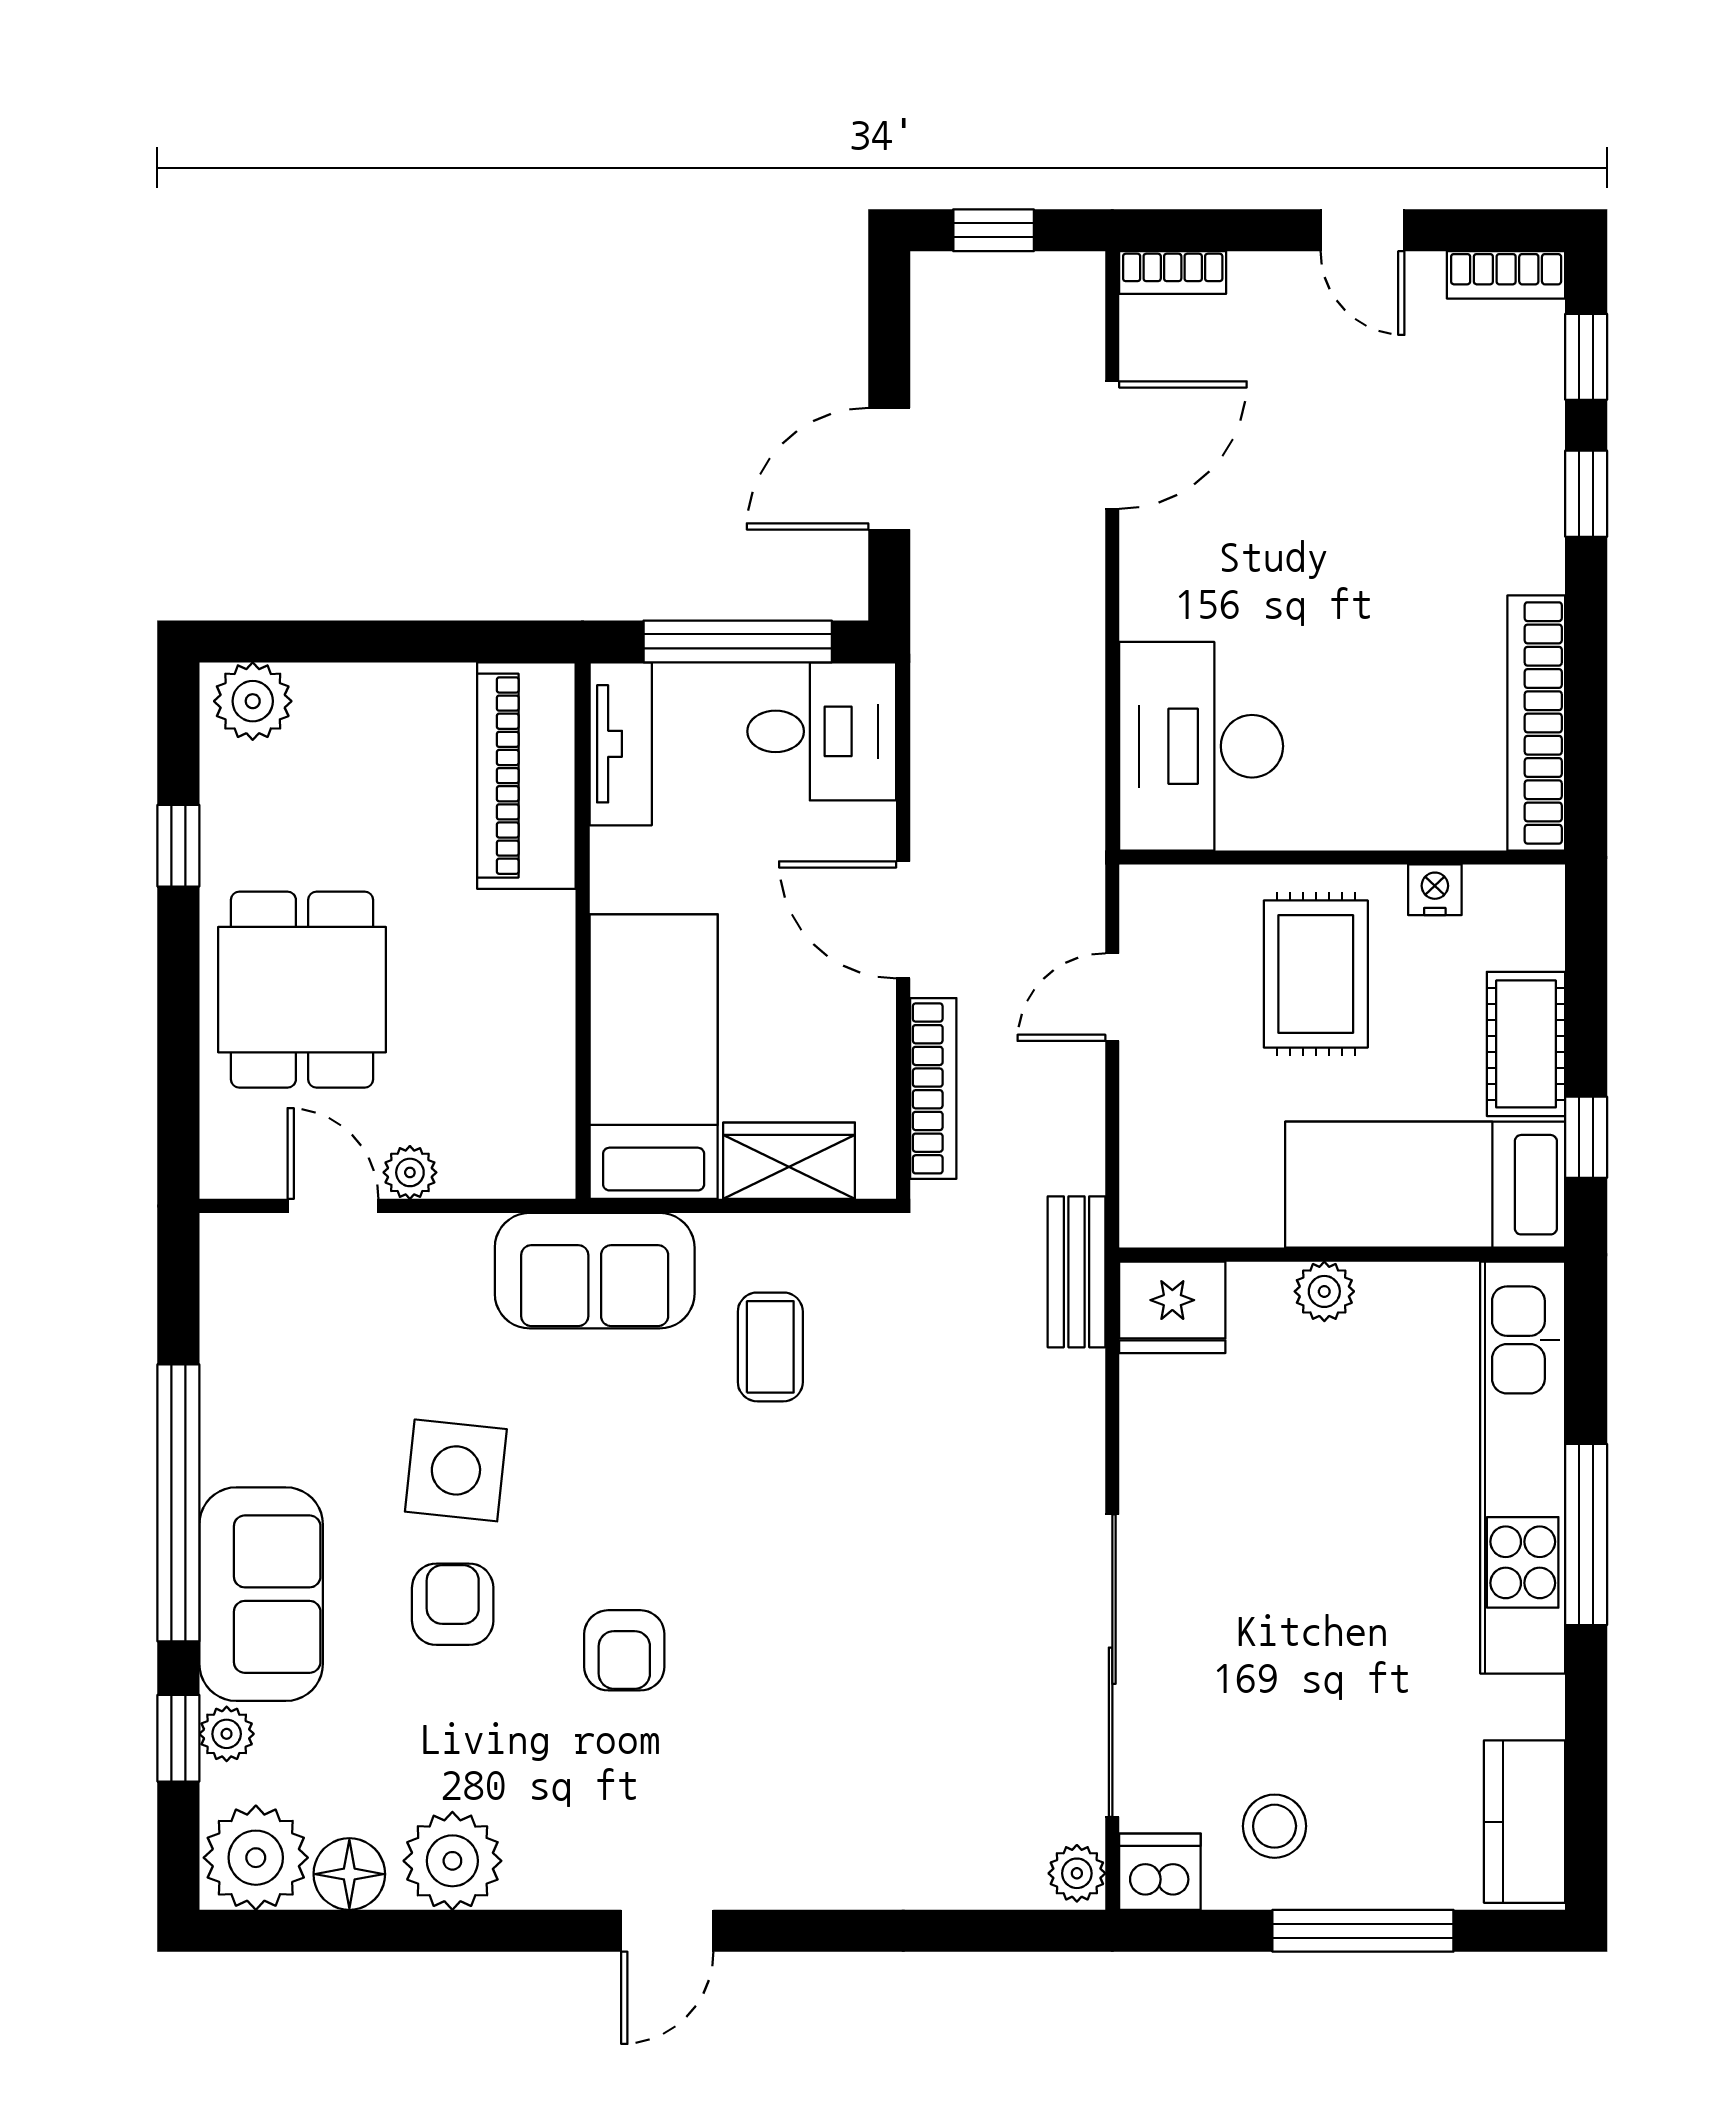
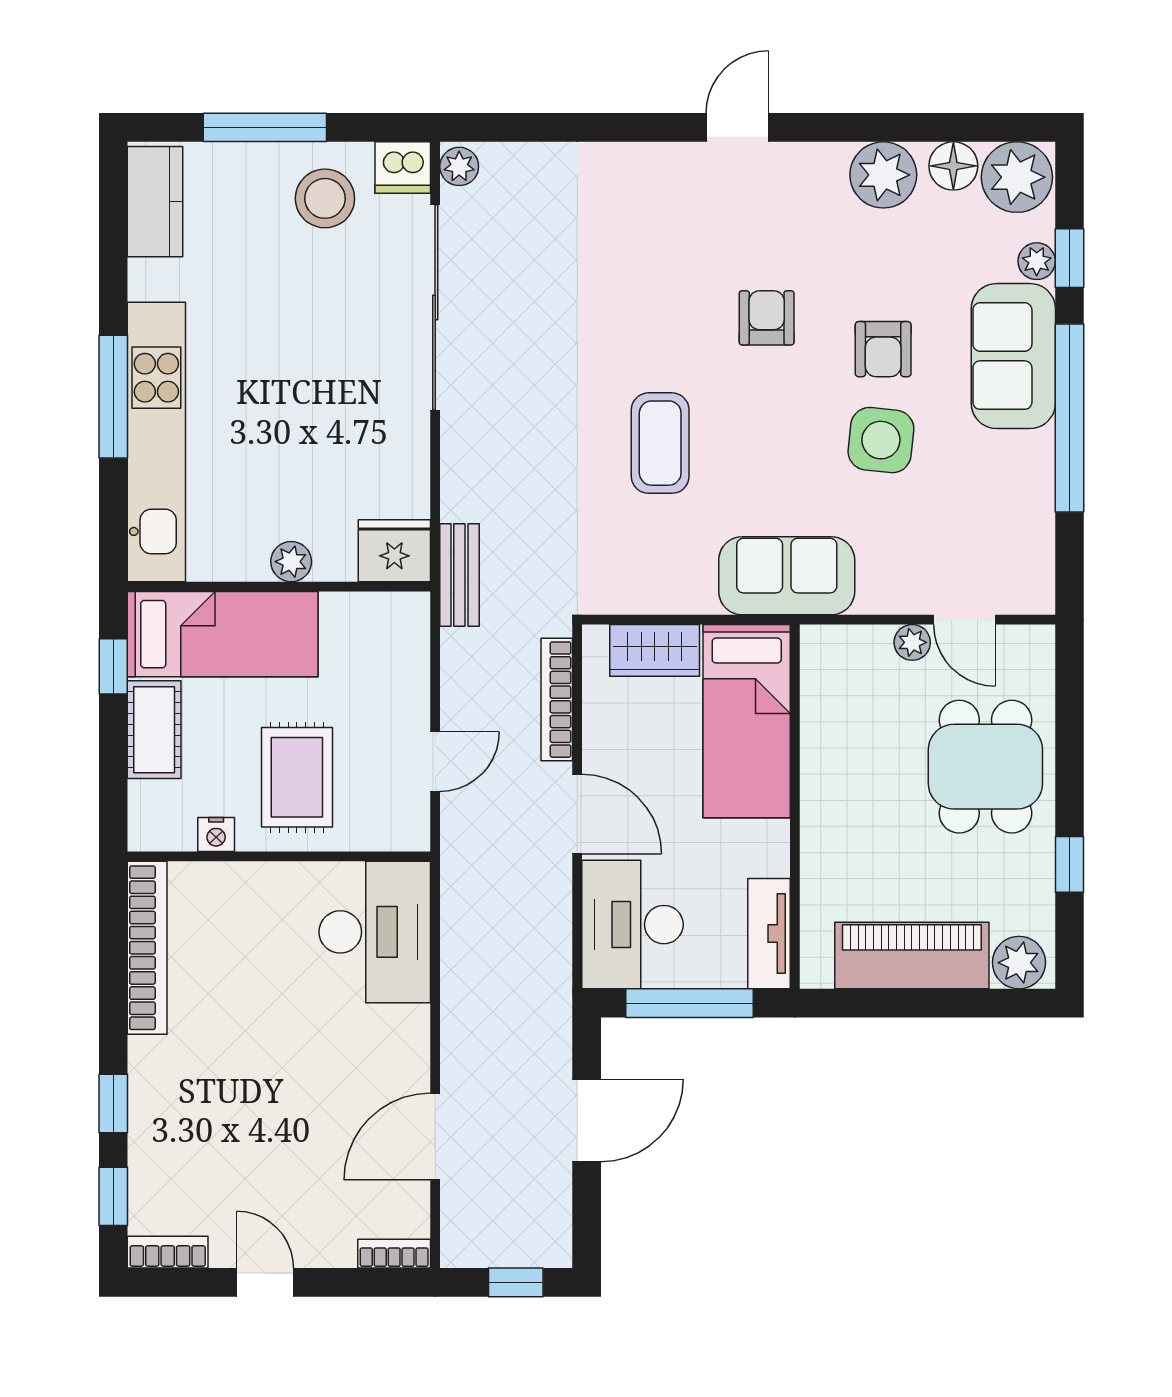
desk: (822, 731) -> (632, 925), width x1.37
piano: (526, 776) -> (912, 955), moved, turned -90
coffee table: (770, 1347) -> (660, 443), moved, width x1.36, depth x1.30
stool: (1275, 1826) -> (325, 198), width x1.38, depth x1.38

